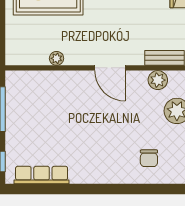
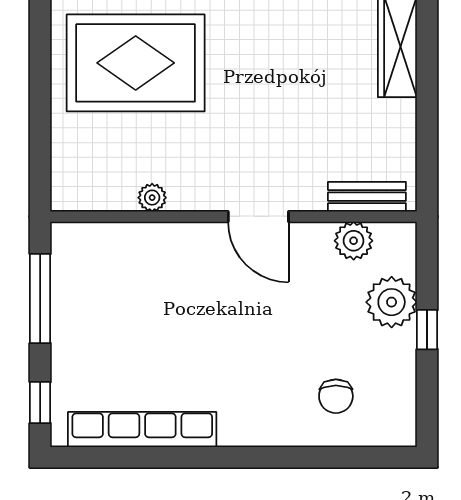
row of seats: (42, 175) -> (142, 430), width x1.36

